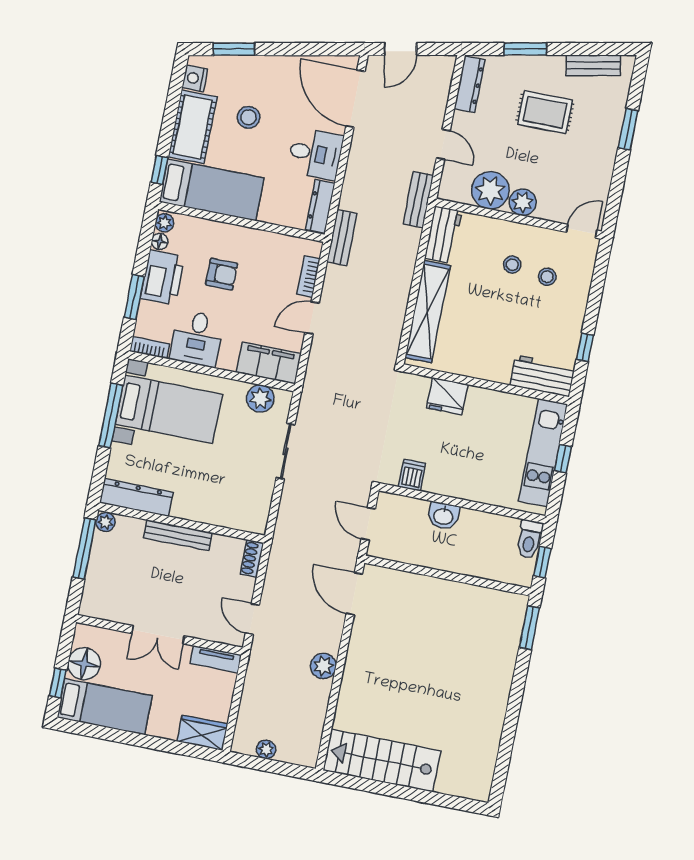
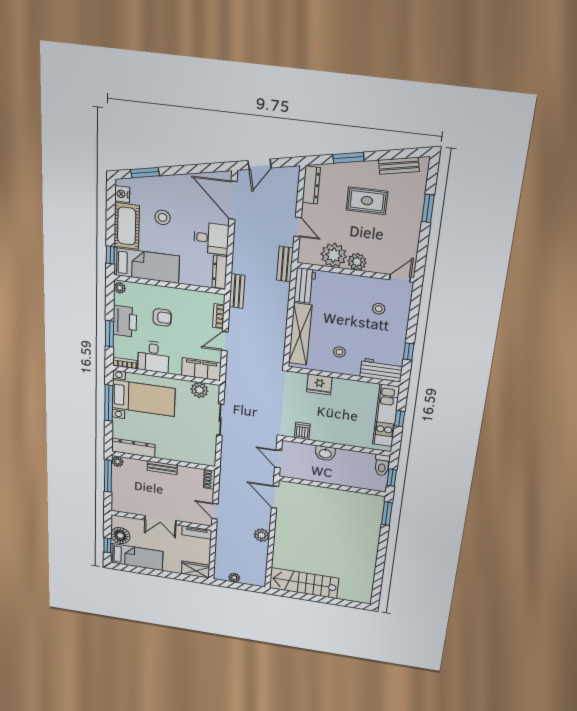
floor lamp: (160, 241) -> (119, 299), removed
stool: (512, 265) -> (339, 352), moved
bench: (178, 535) -> (162, 468), width x0.73

